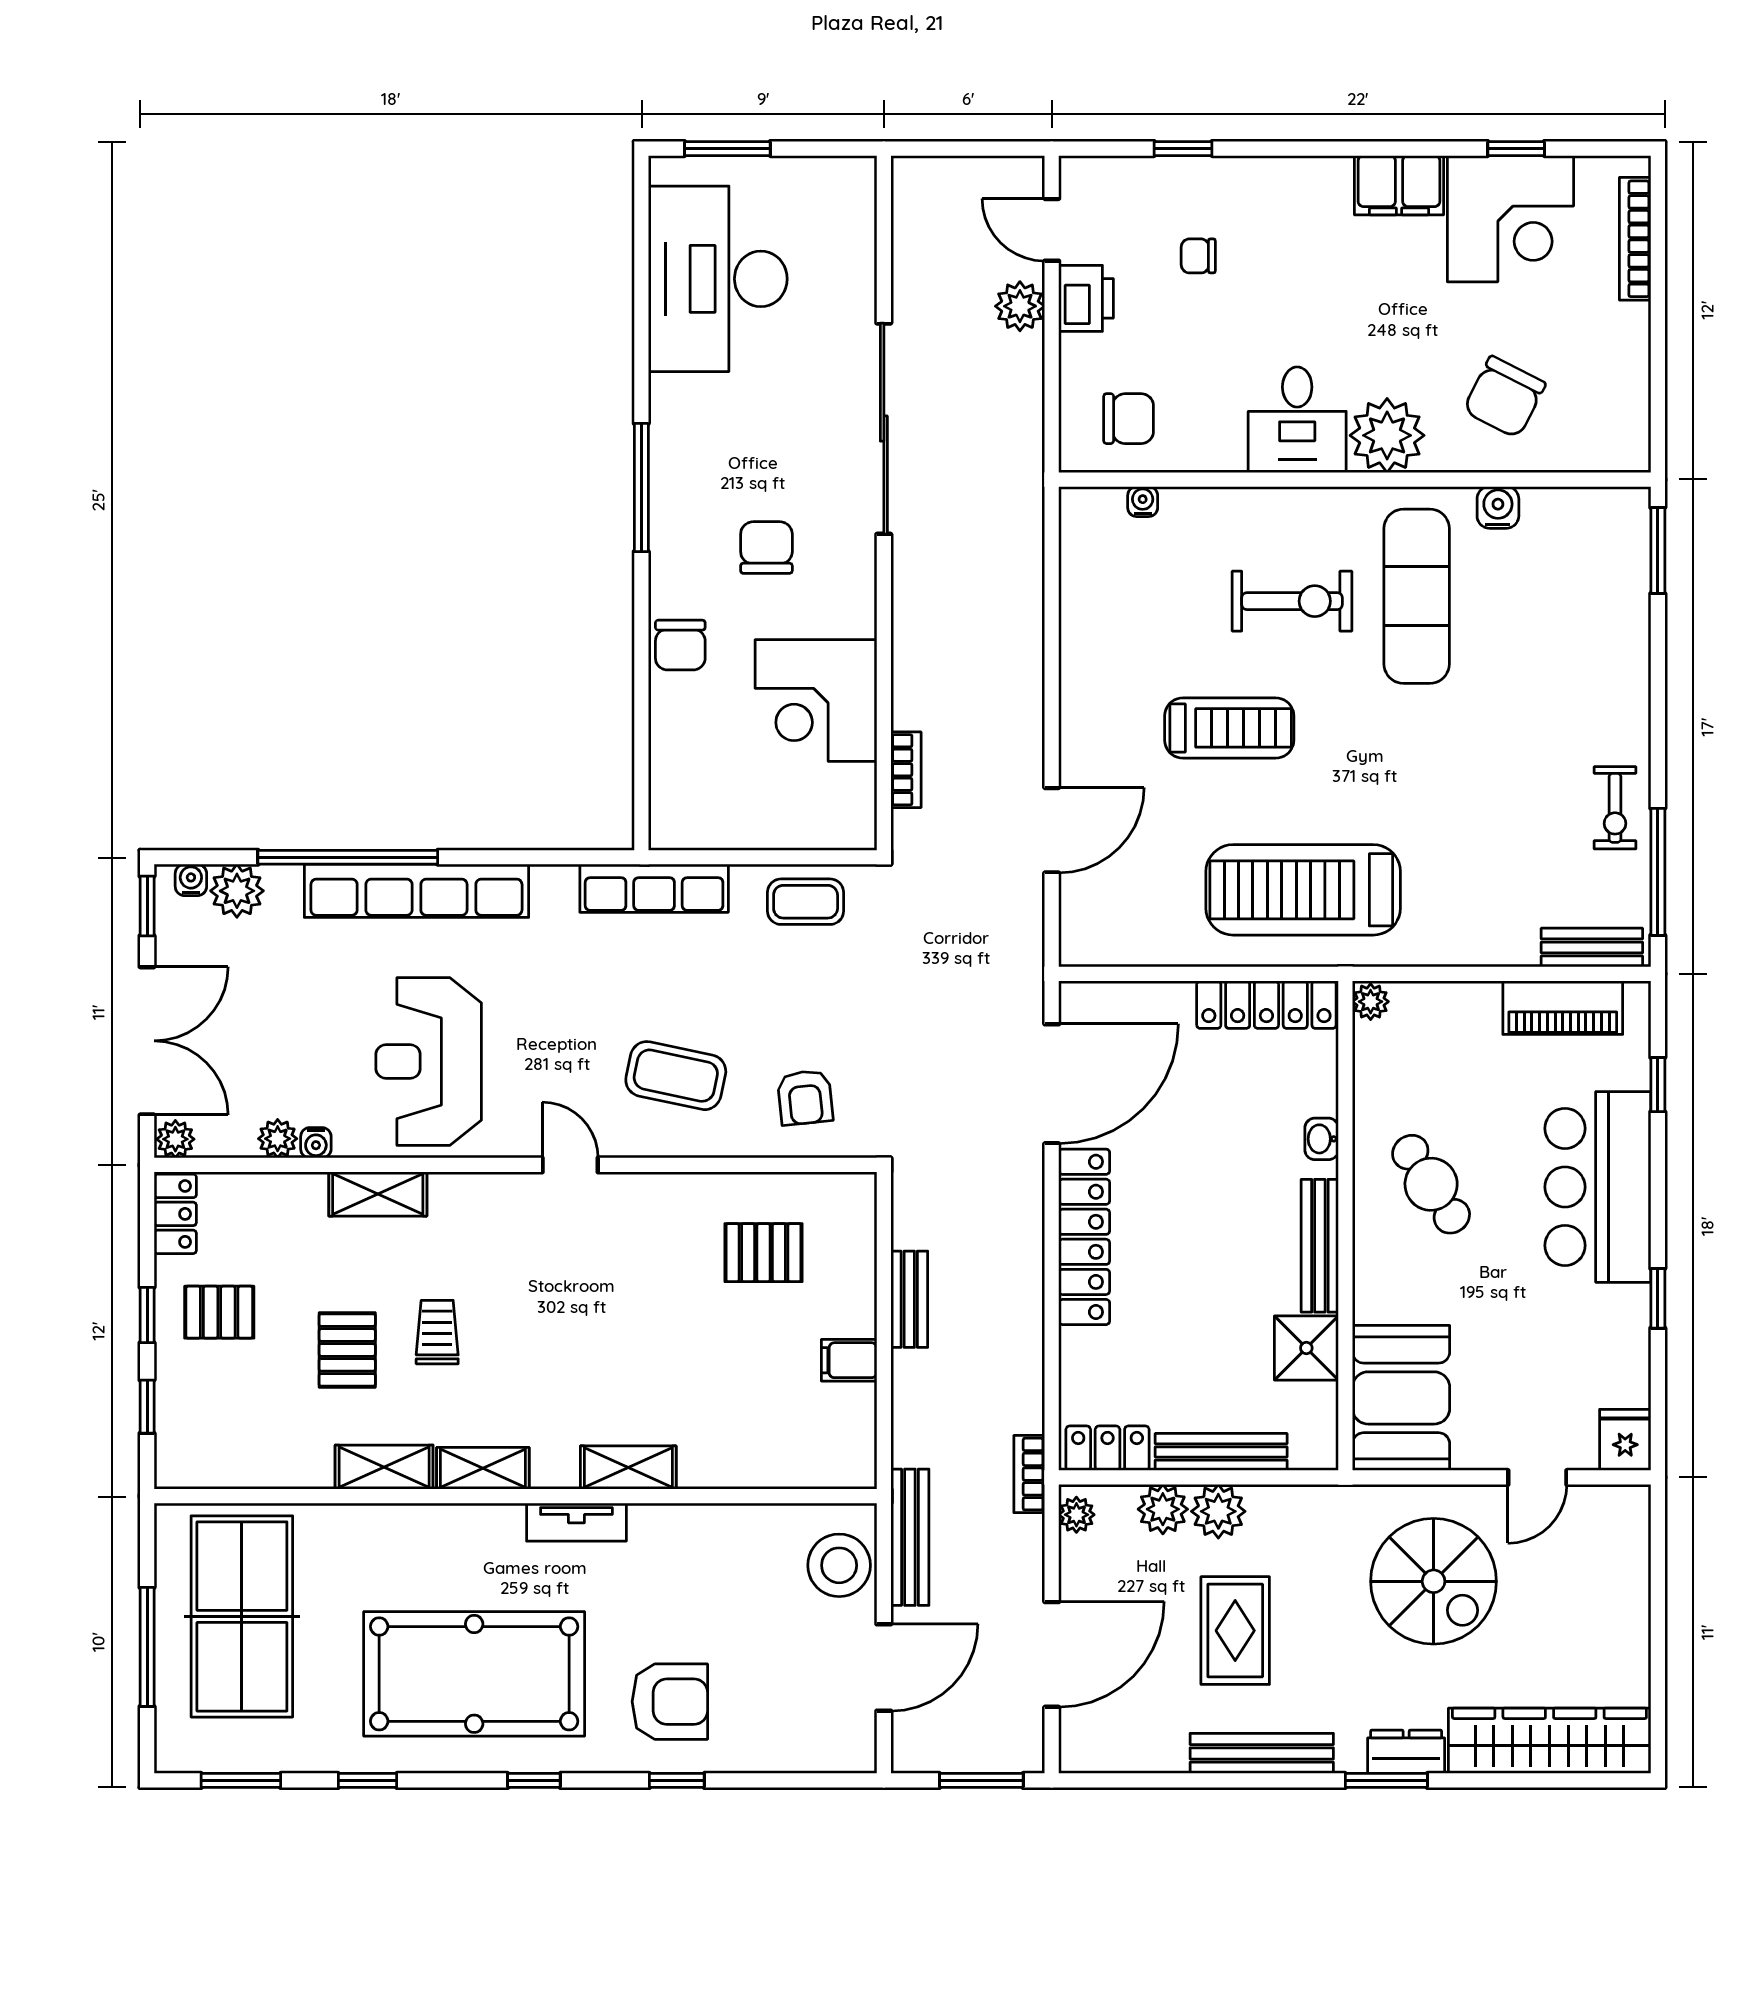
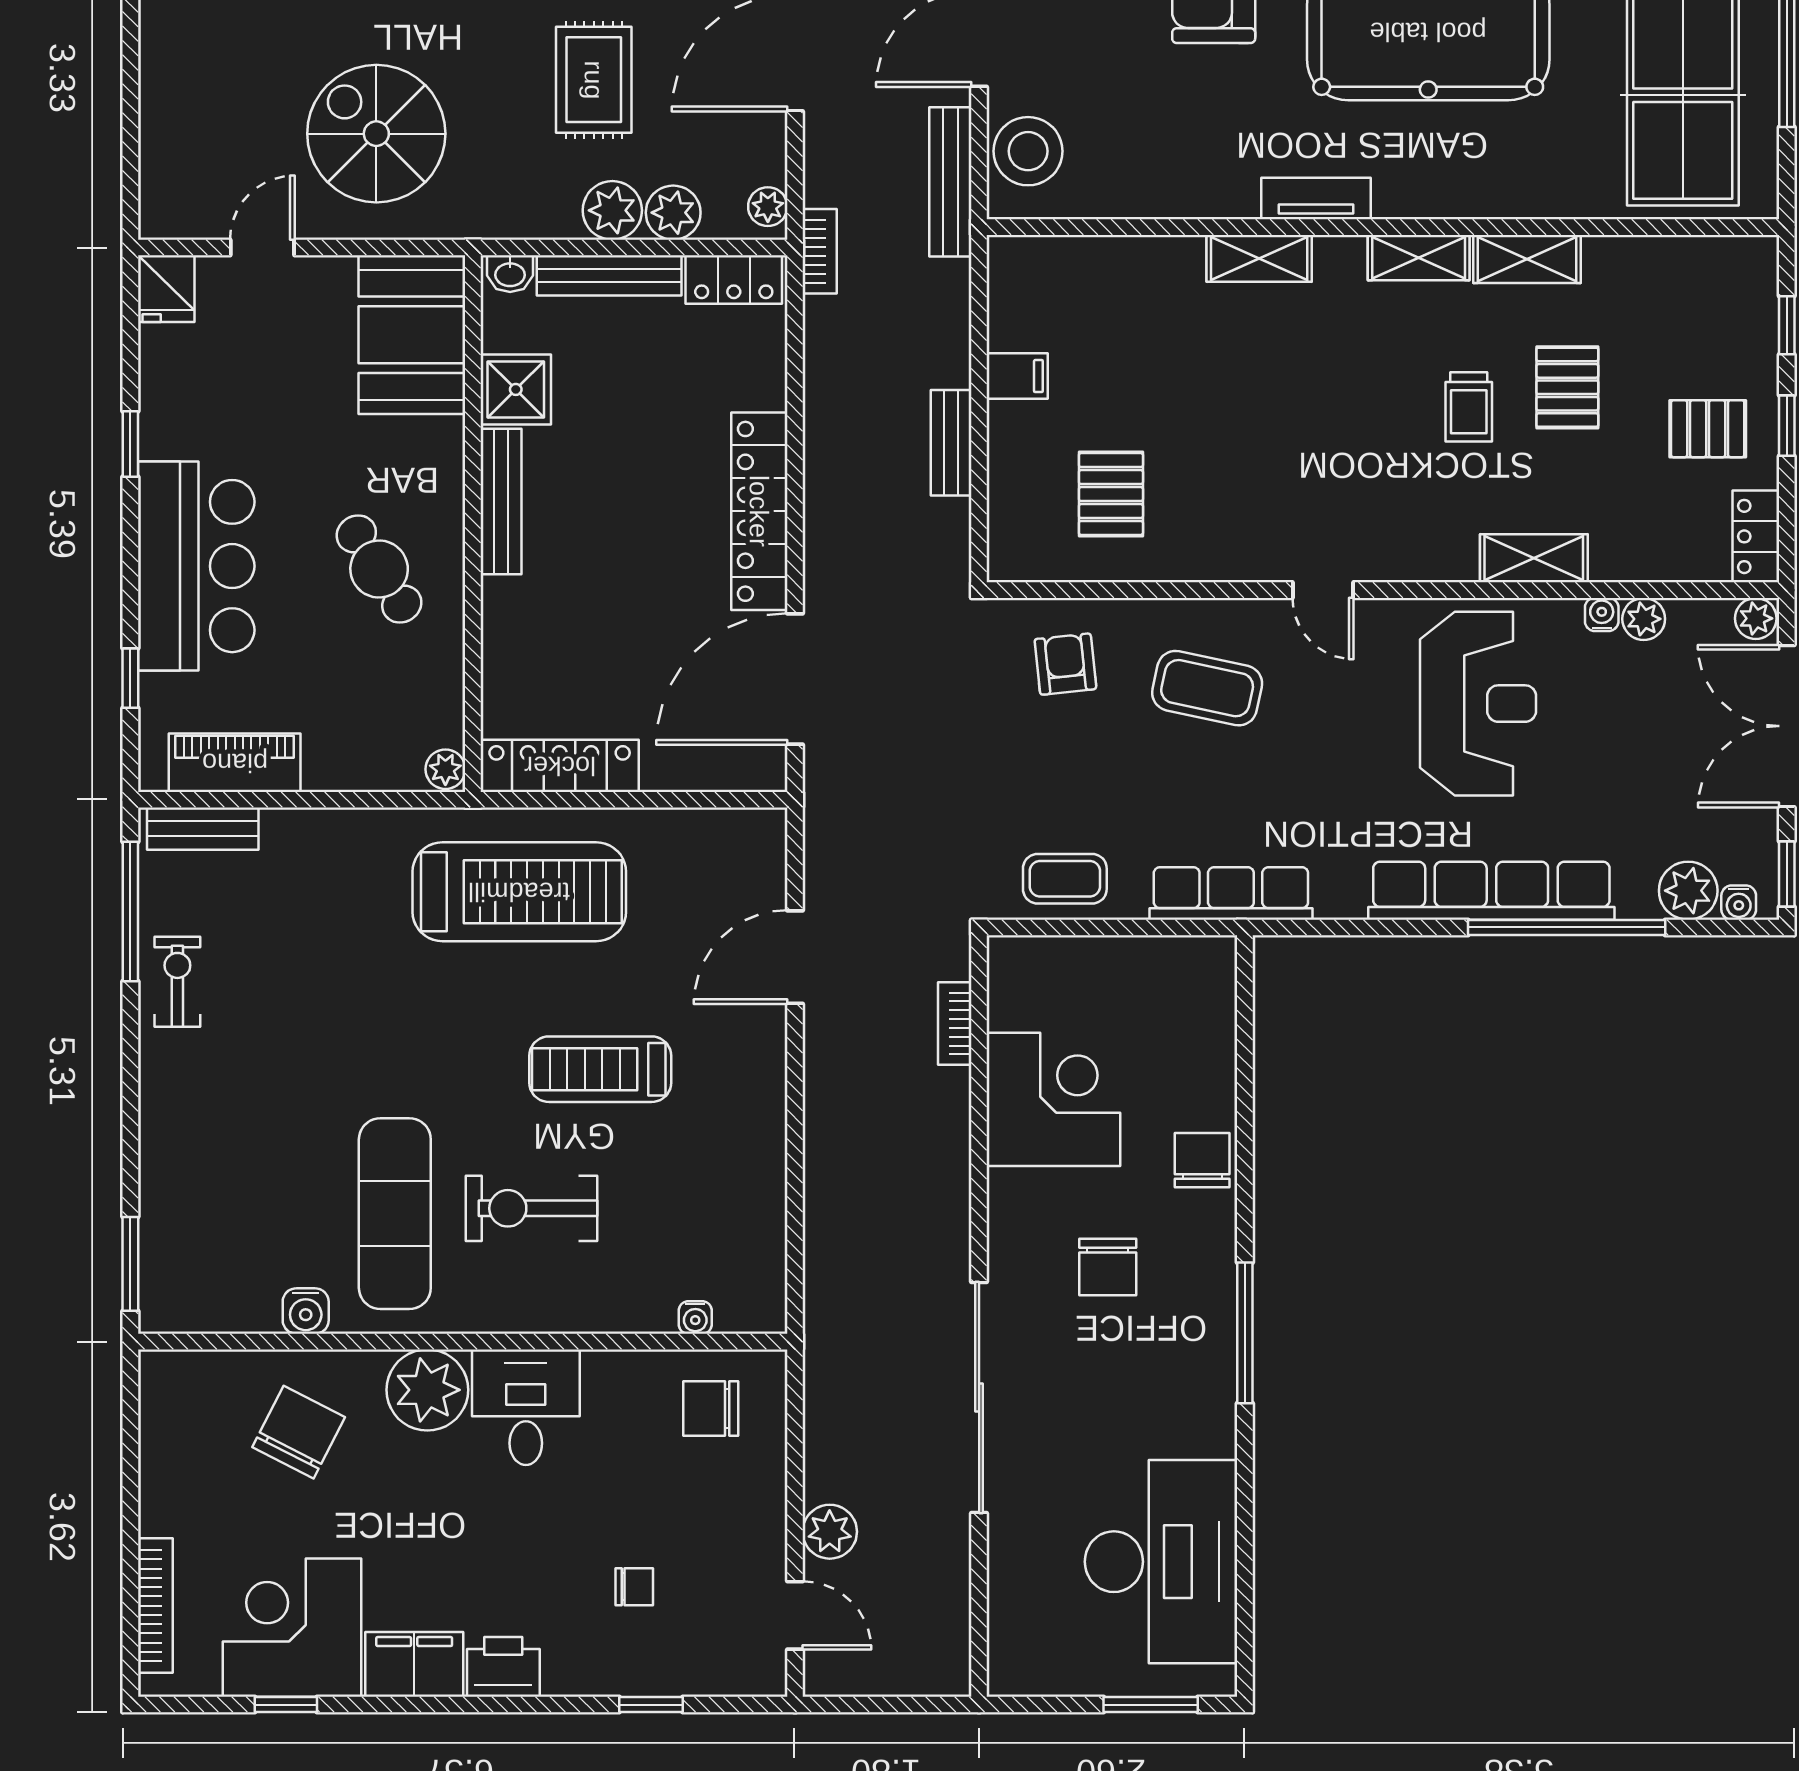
printer: (1086, 298) -> (503, 1667), moved, turned 90
washbasin: (1322, 1139) -> (510, 274), moved, turned 90
pallet: (764, 1253) -> (1111, 494), turned 90

